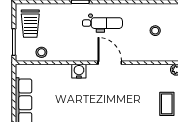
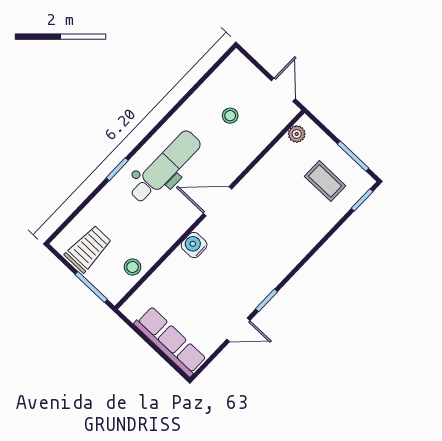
dental chair: (102, 23) -> (165, 167), width x1.36, depth x1.38
trolley: (30, 24) -> (88, 249), turned -90

